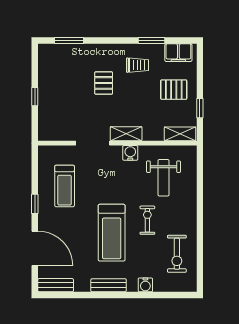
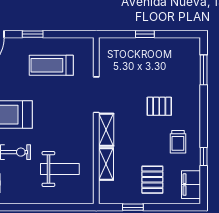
window: (152, 41) -> (204, 156), width x0.67
shelving: (180, 134) -> (106, 164), moved
water cooler: (130, 153) -> (86, 134), removed
weight bench: (163, 178) -> (60, 169), turned 180

